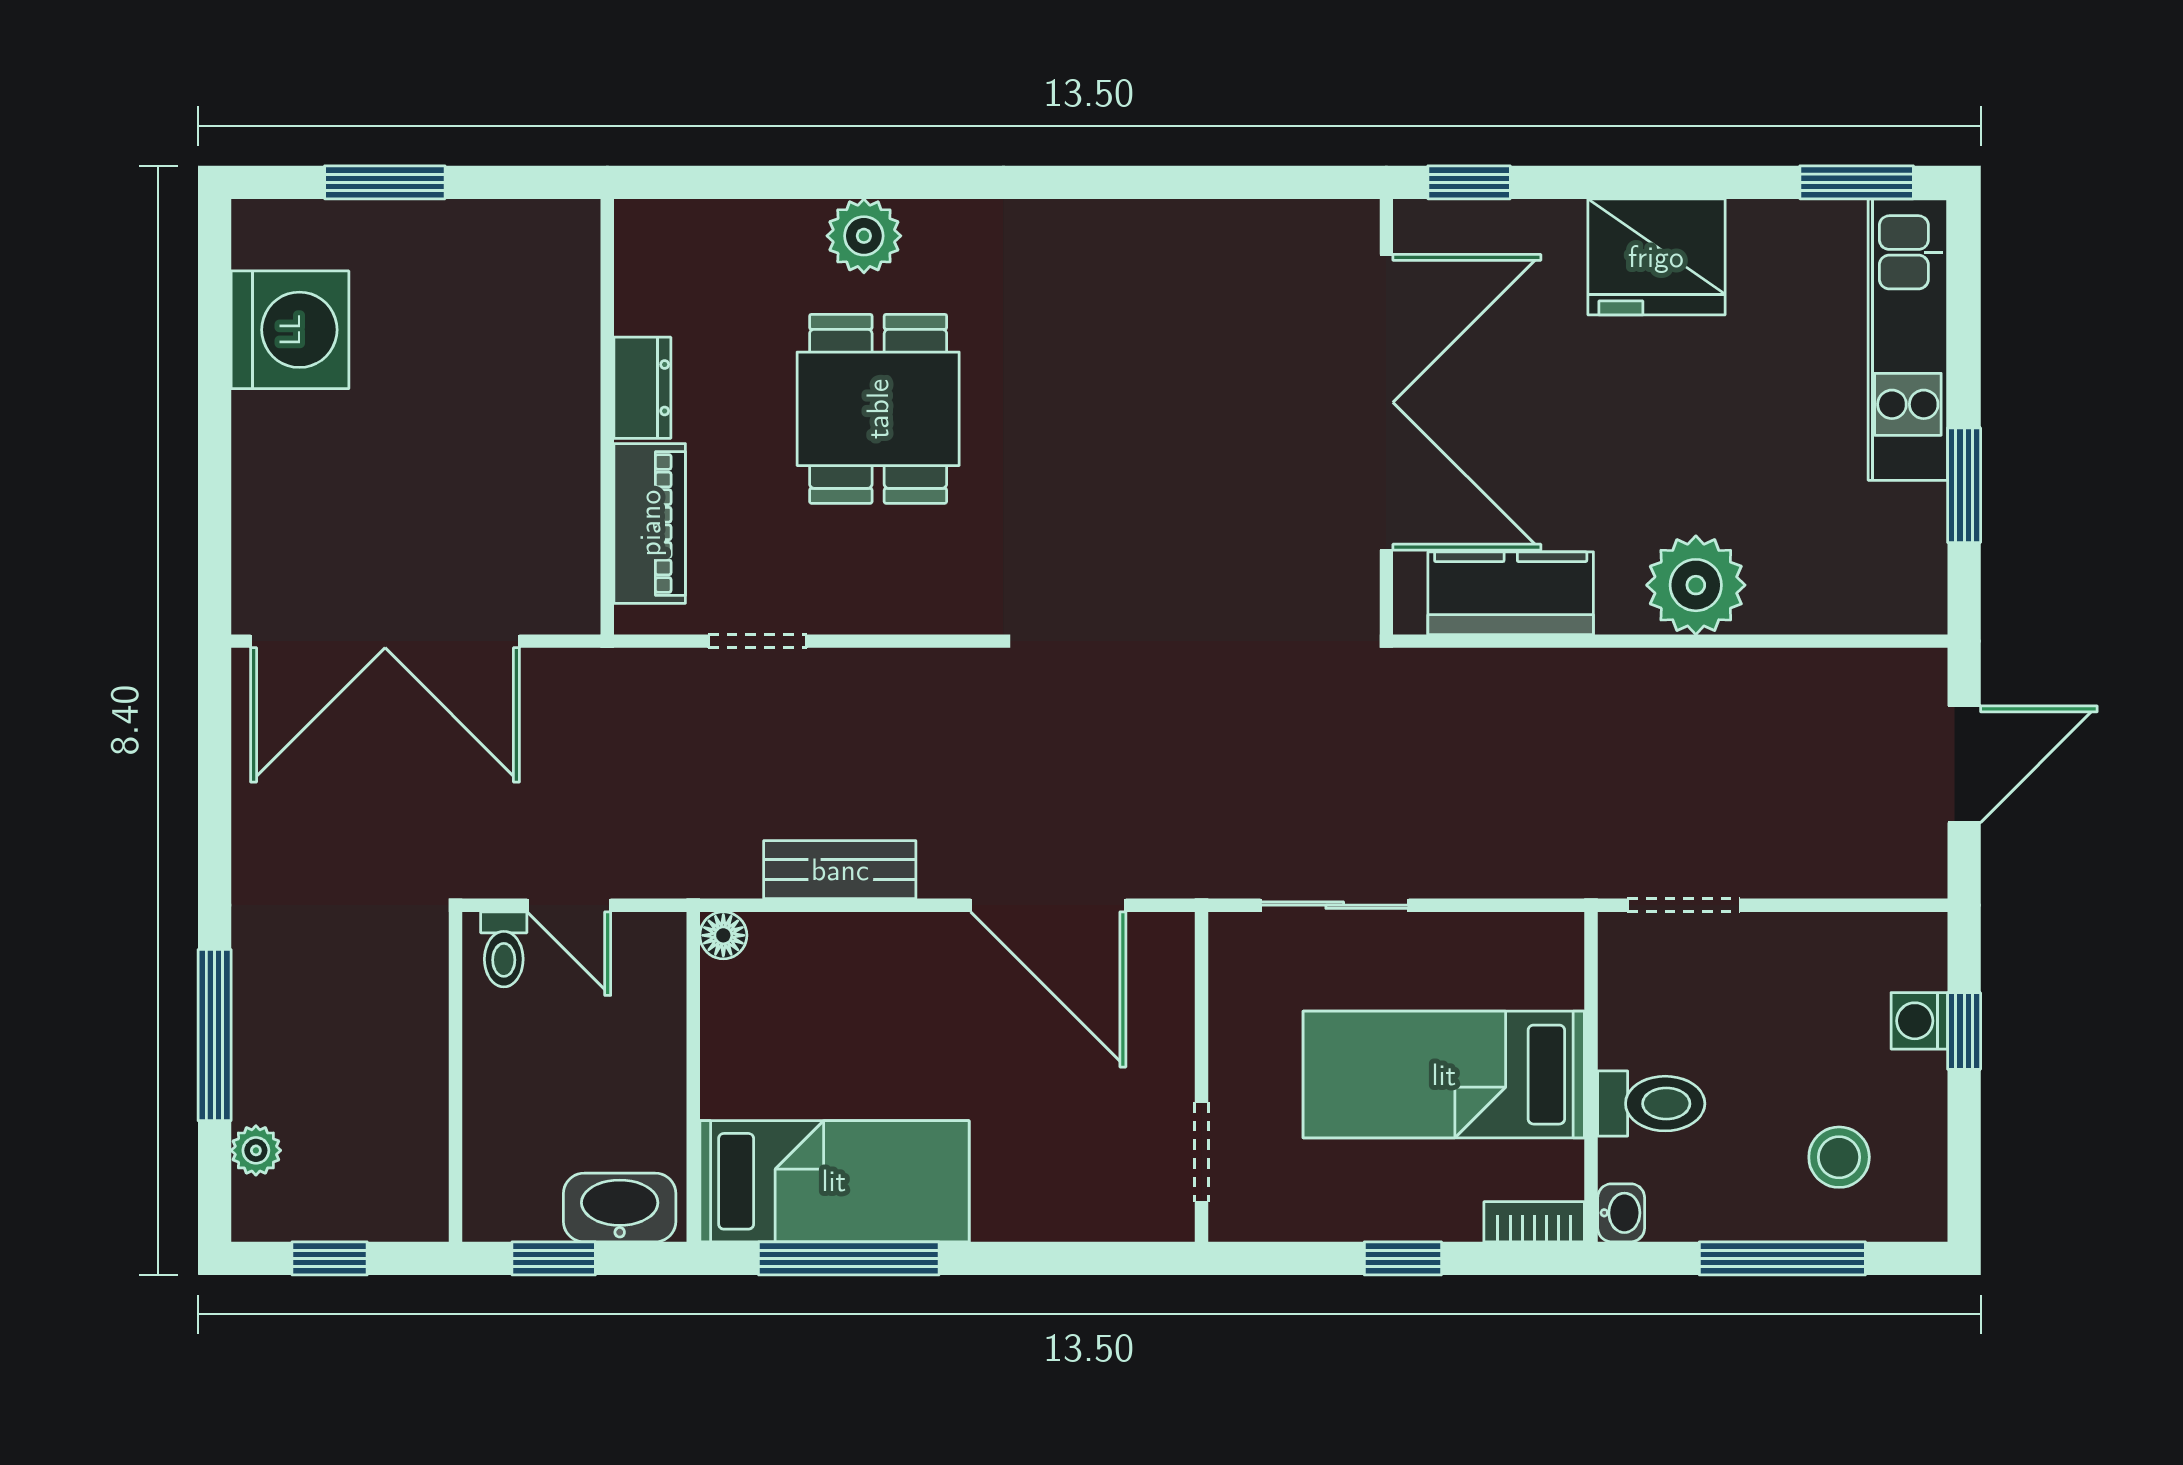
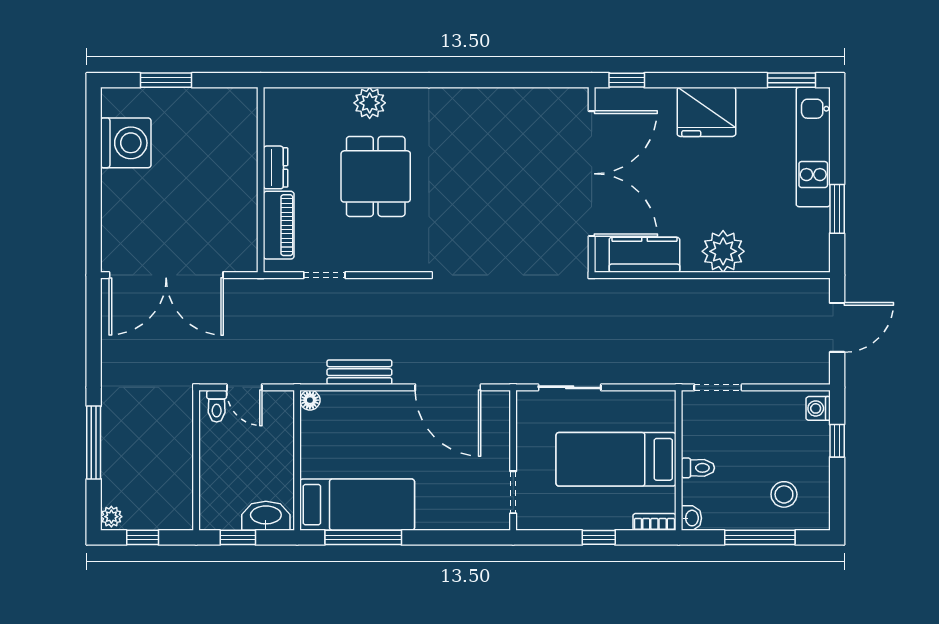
washing machine: (1919, 1021) -> (818, 408), moved
toilet: (1651, 1104) -> (698, 468), width x0.73, depth x0.72
plant: (256, 1150) -> (111, 517), moved

